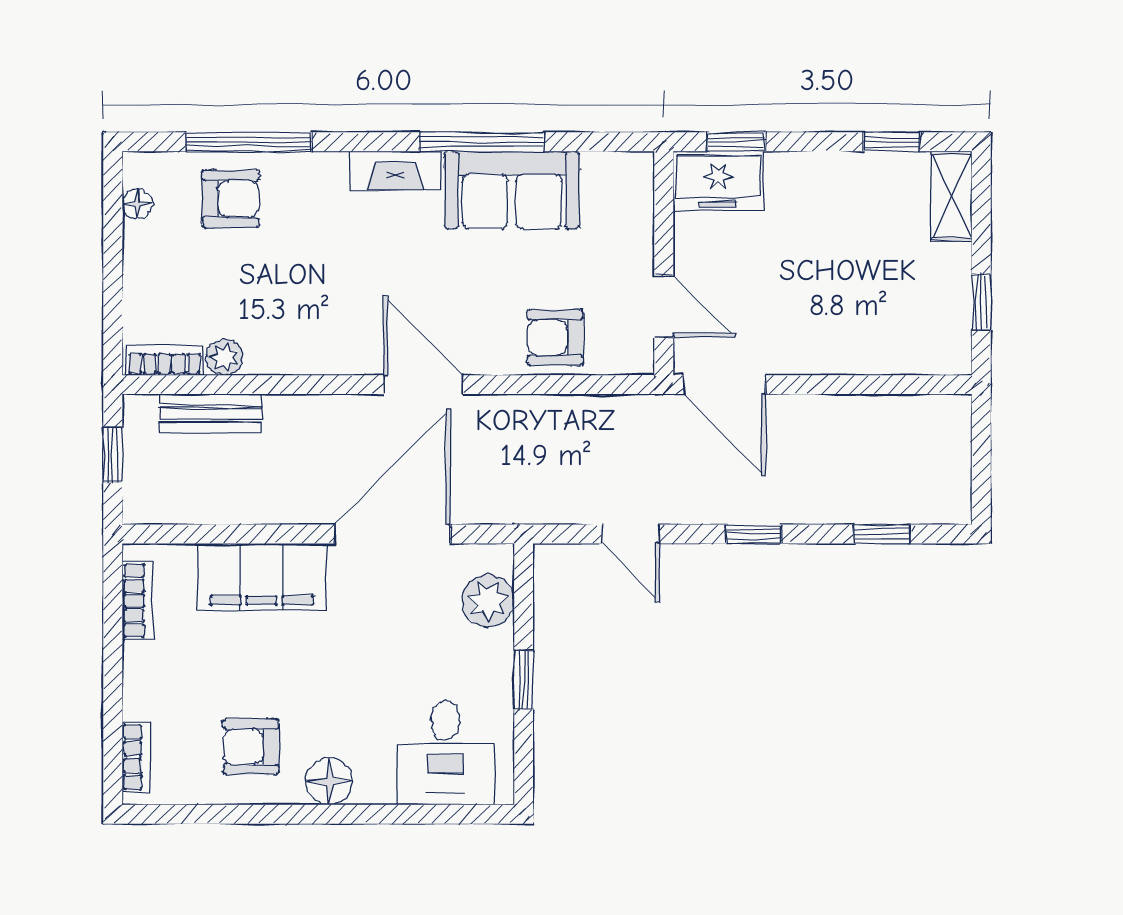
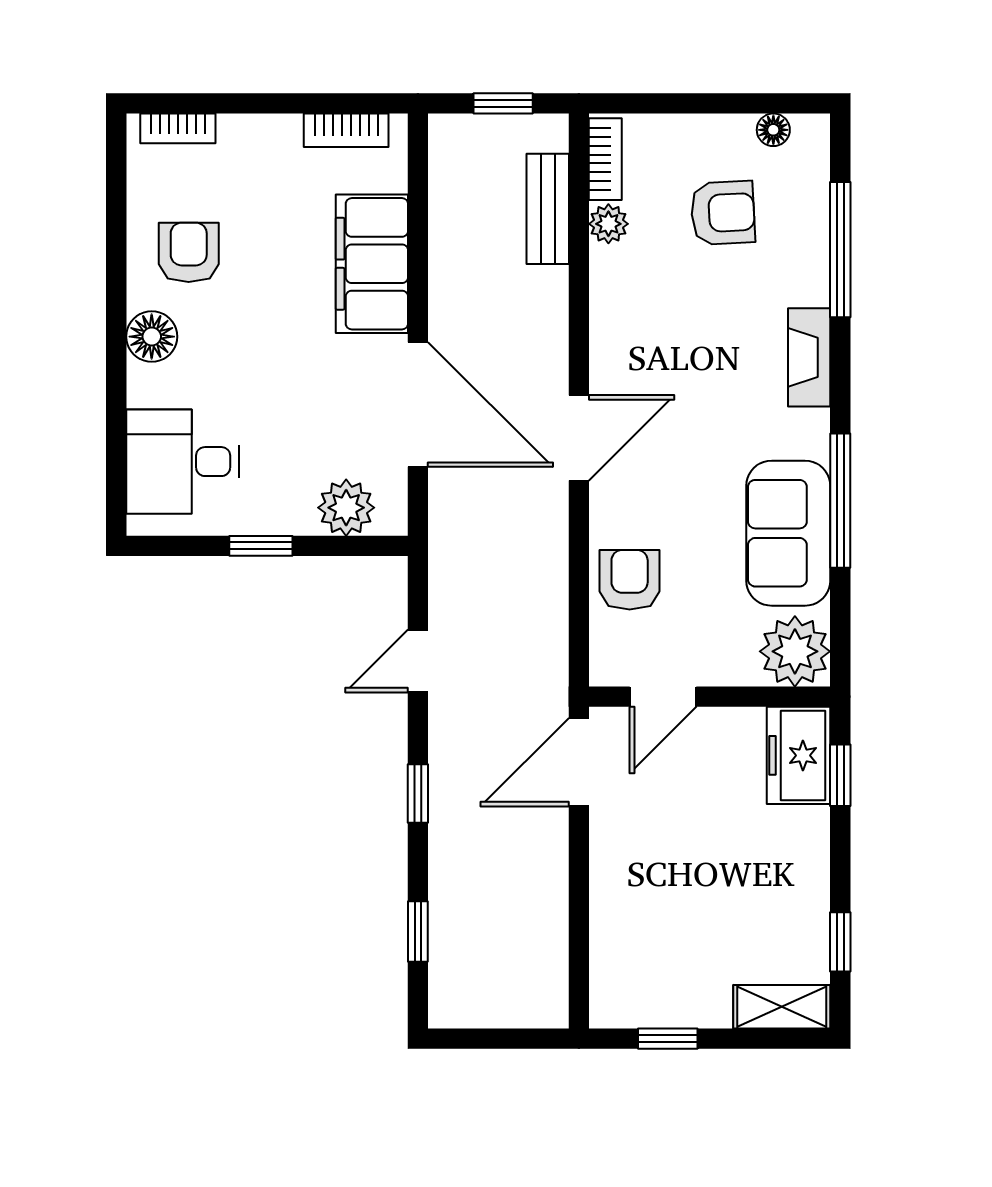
fireplace: (395, 171) -> (809, 357), moved
plant: (622, 184) -> (795, 651), added
armchair: (231, 199) -> (723, 213), moved, turned -93

